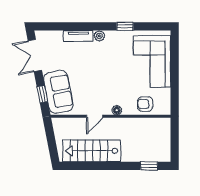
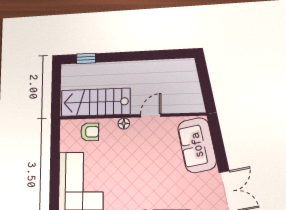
window: (42, 94) -> (218, 142), removed
stairs: (92, 151) -> (95, 102), moved, turned 180

